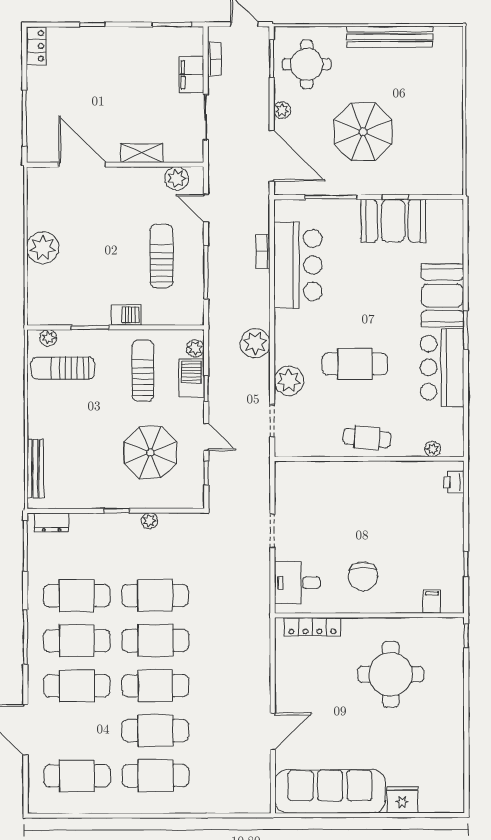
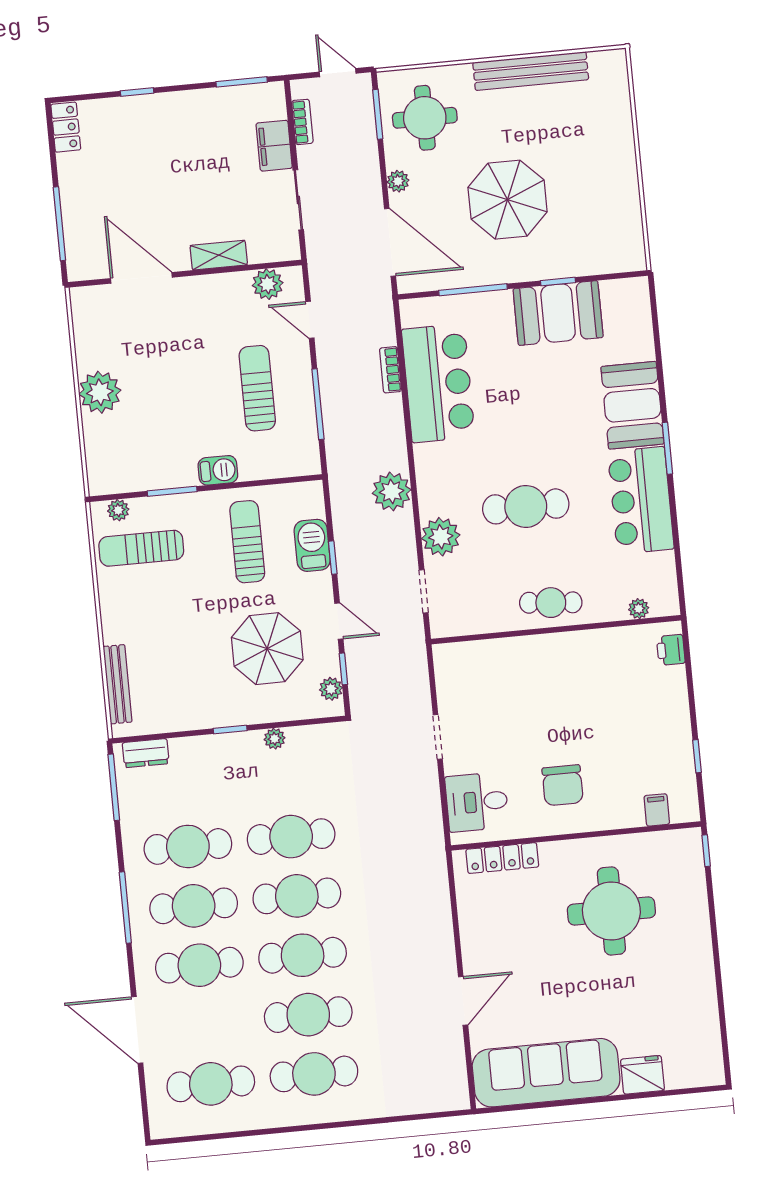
plant: (195, 348) -> (331, 689), moved

